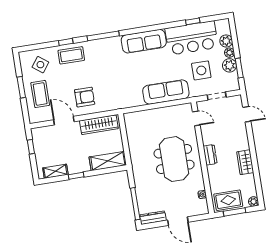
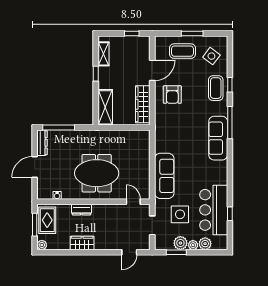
sofa: (144, 41) -> (218, 138), moved
door: (196, 118) -> (133, 202), swing flipped
dresser: (210, 155) -> (81, 210), moved

